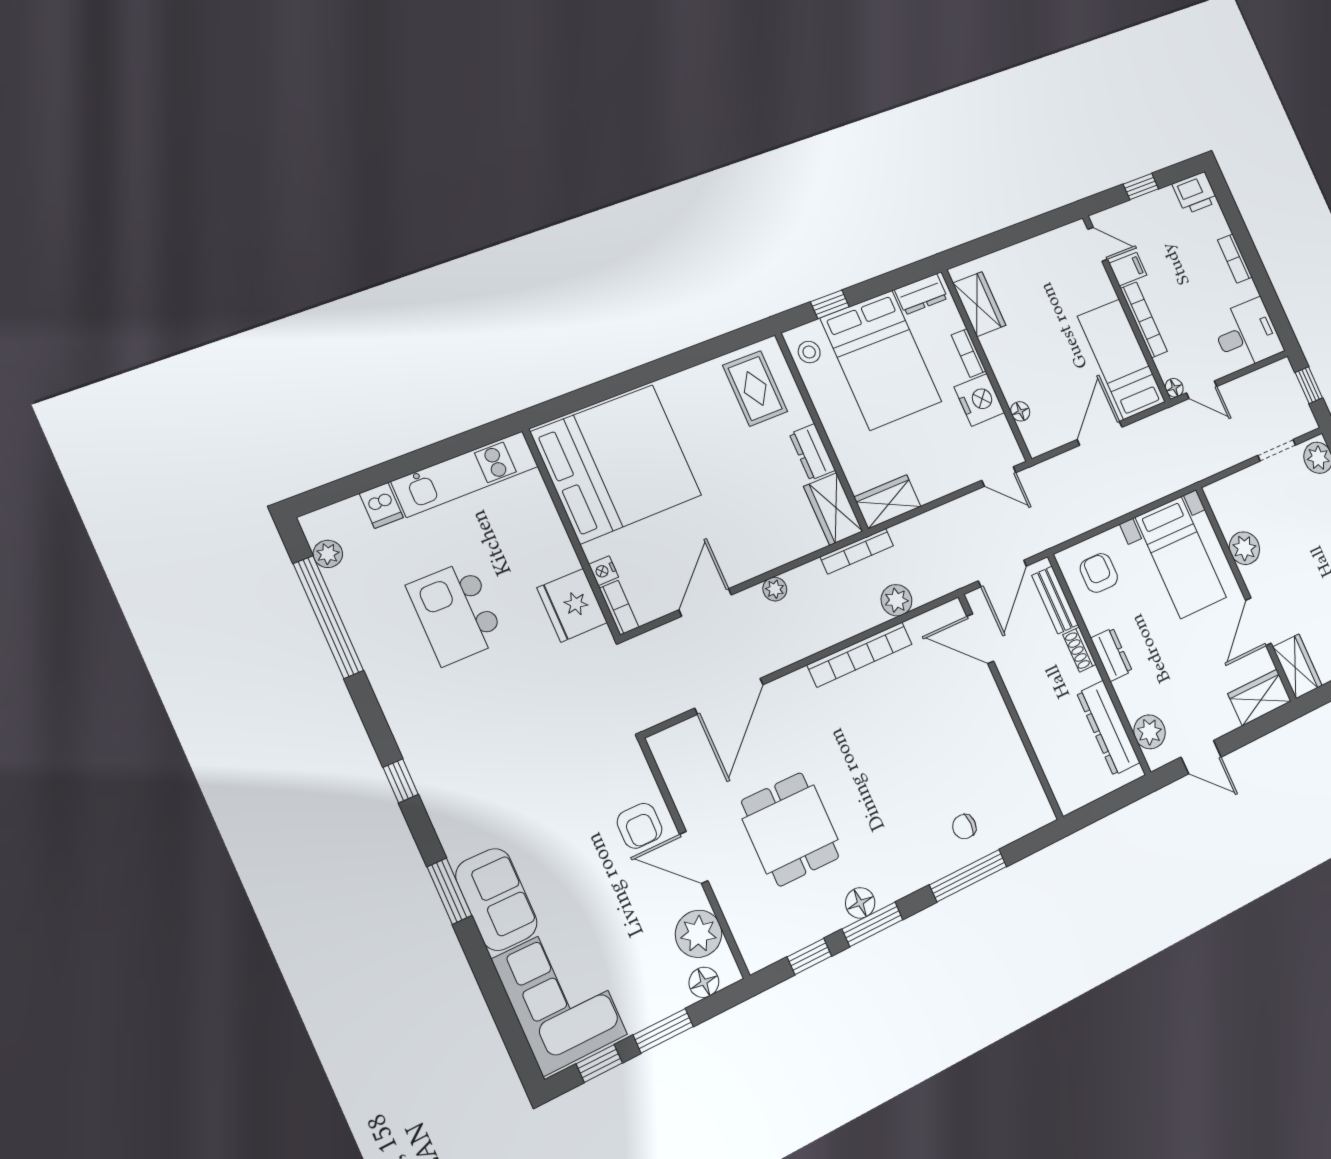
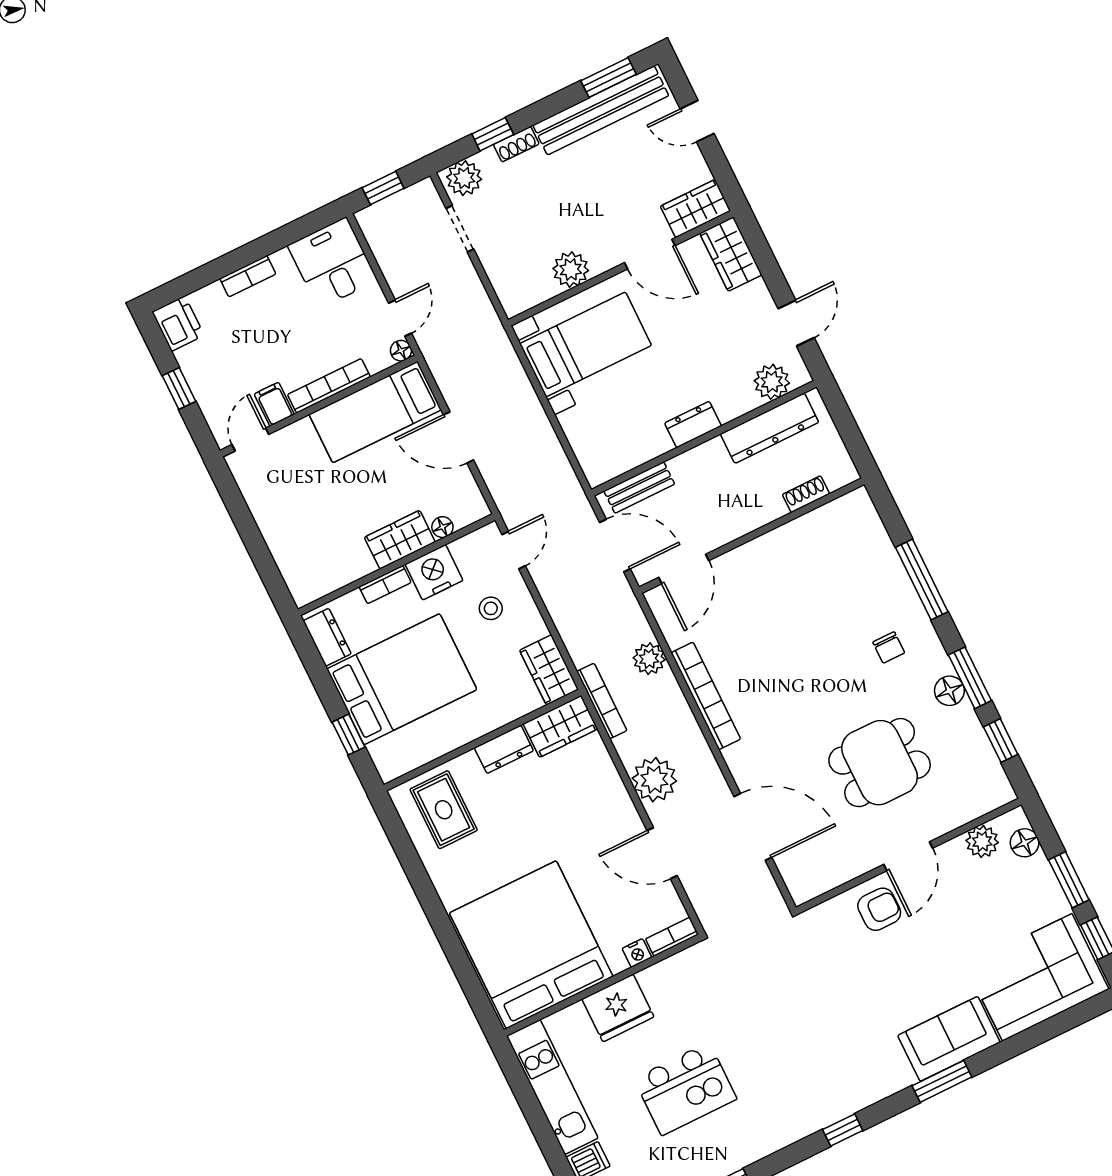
wardrobe: (979, 304) -> (400, 540), moved
stool: (809, 352) -> (491, 608), moved
rug: (755, 388) -> (444, 810), turned 90
armchair: (1099, 573) -> (608, 439), removed
plant: (775, 589) -> (654, 780), width x1.88, depth x1.88
fridge: (572, 605) -> (618, 1008), moved
shoe rack: (1079, 650) -> (806, 494), moved, turned 180
chair: (964, 827) -> (889, 648), moved
plant: (699, 934) -> (982, 841), width x0.73, depth x0.73

